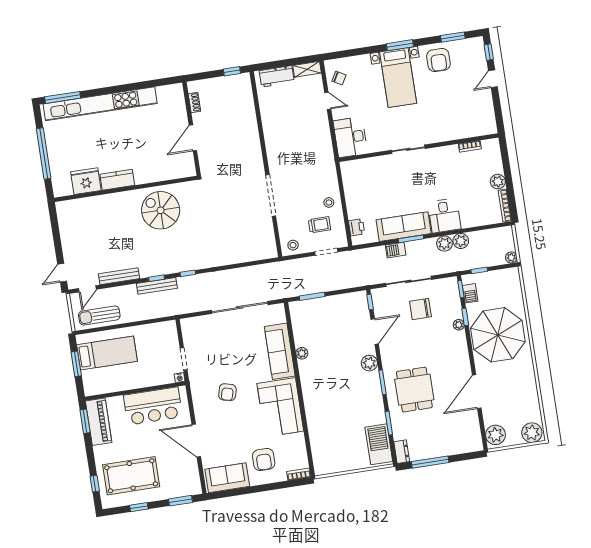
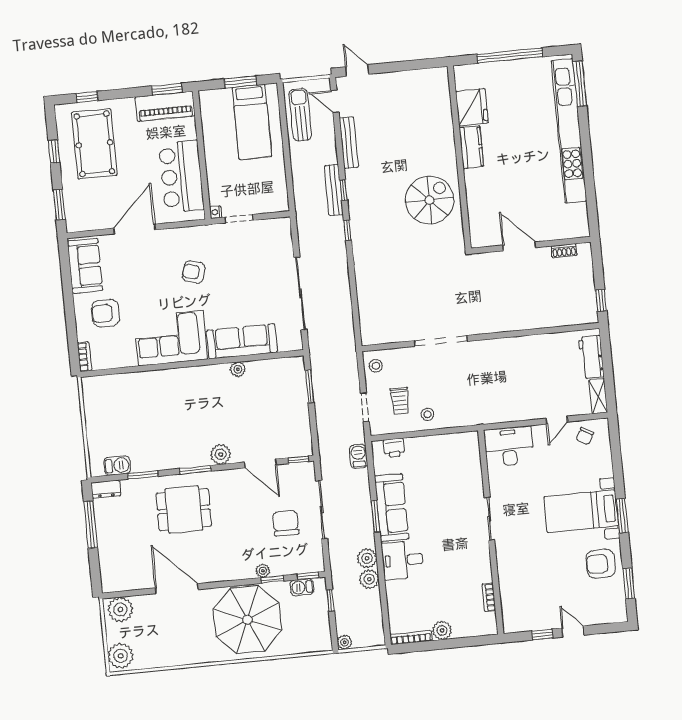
window: (489, 52) -> (542, 635), moved
barbecue: (396, 250) -> (358, 456), moved
barbecue: (379, 444) -> (117, 465), width x0.53, depth x0.65

